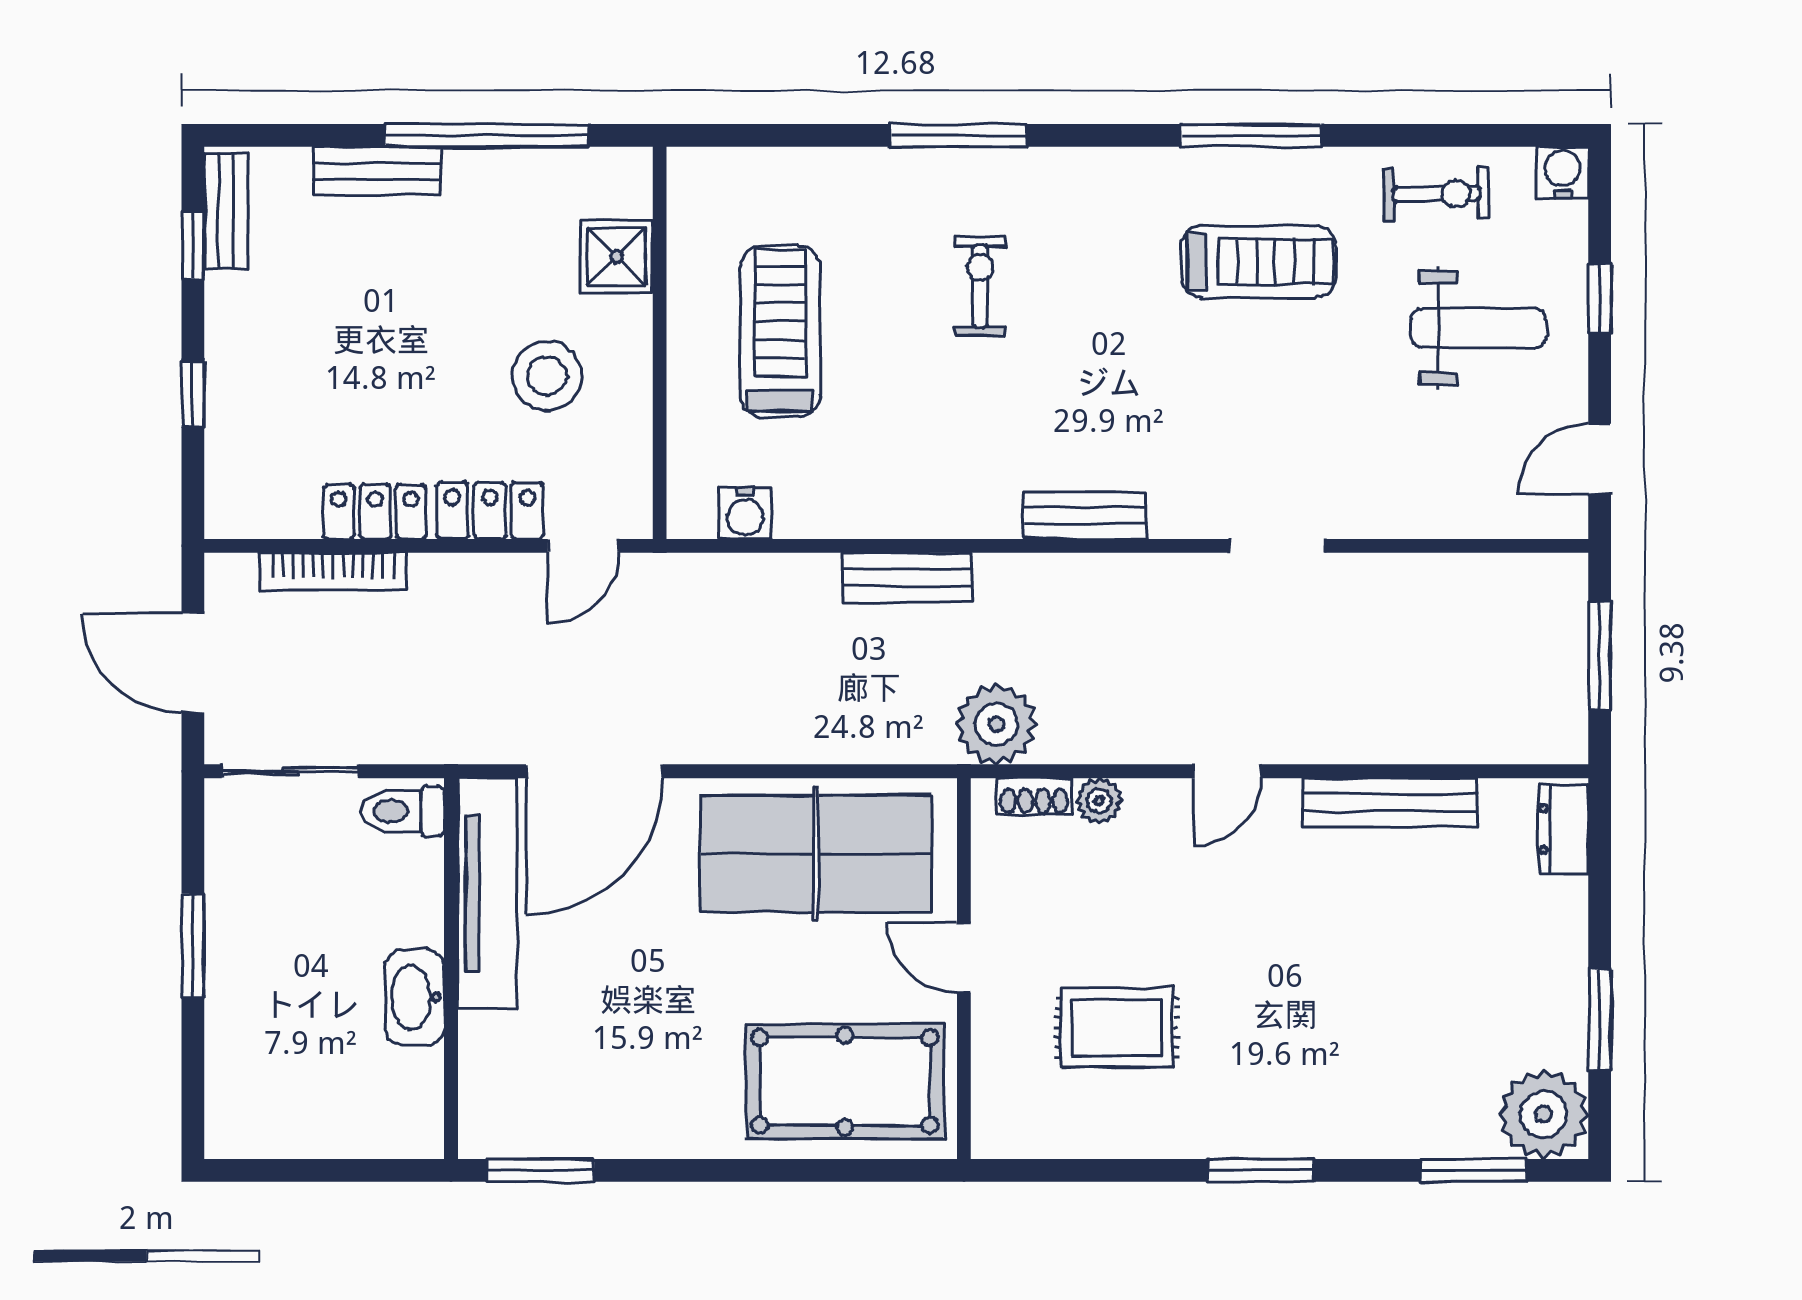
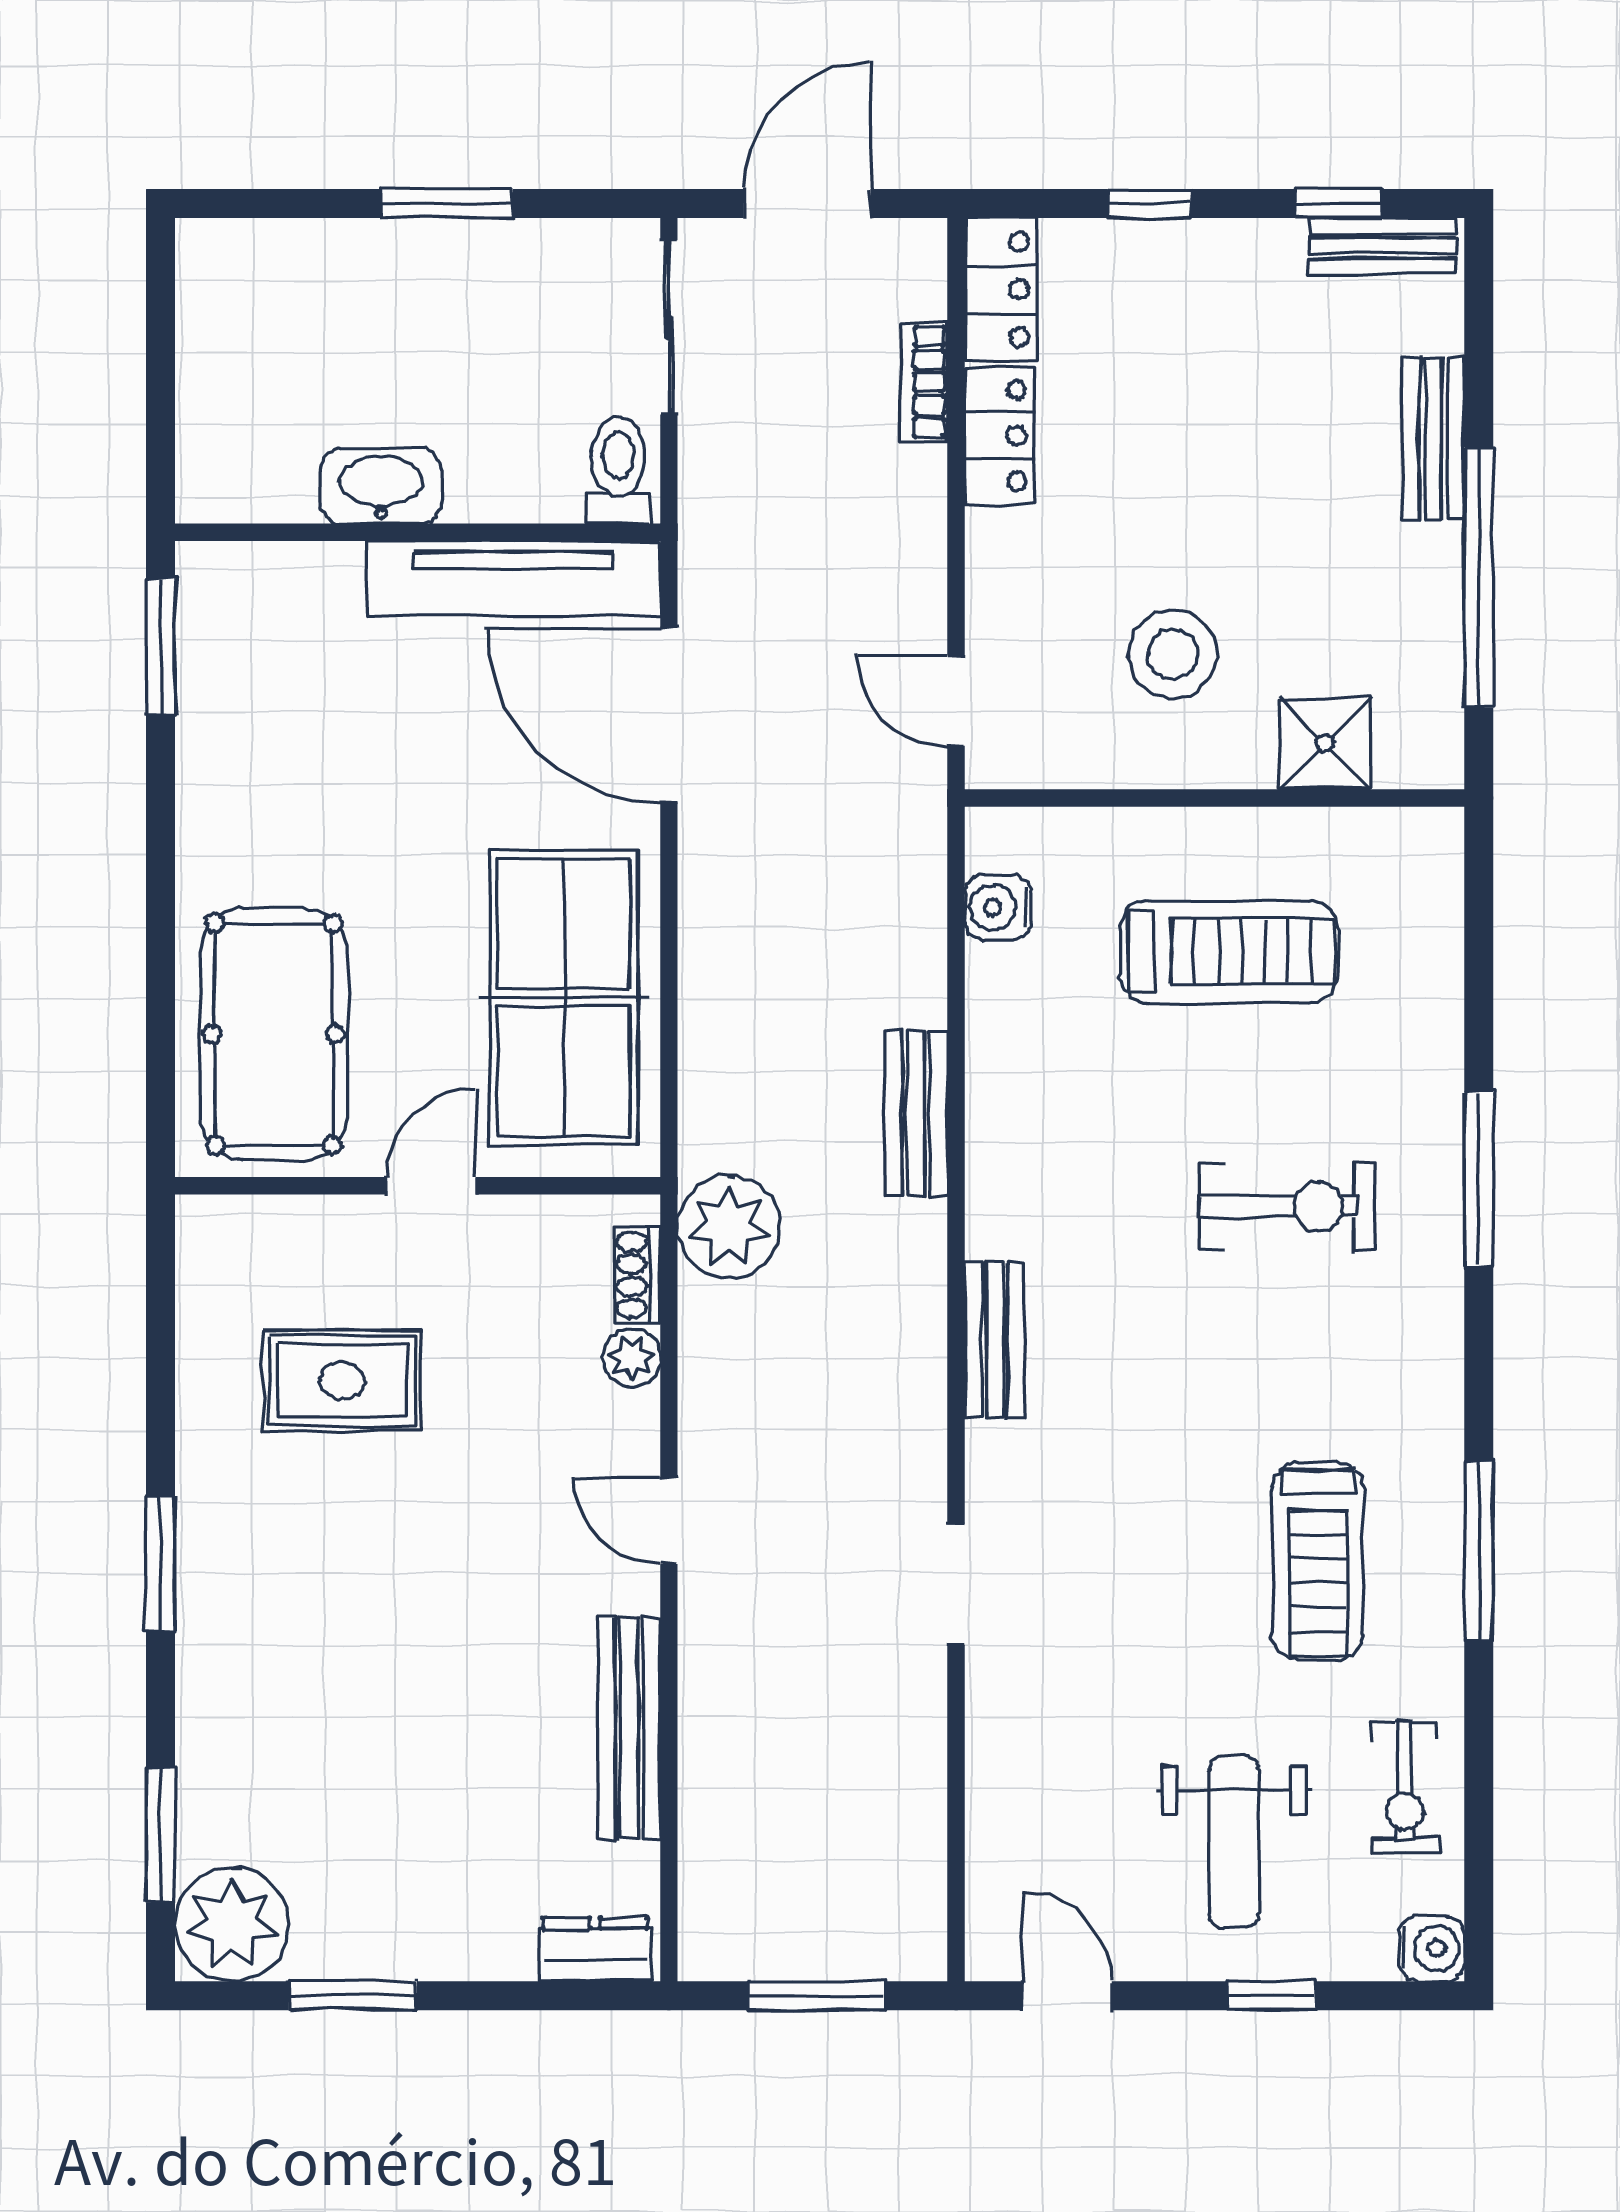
exercise bike: (980, 286) -> (1287, 1206), width x1.38, depth x1.39
locker: (490, 511) -> (1001, 289), moved
bookcase: (333, 571) -> (924, 382), width x0.64
rug: (1117, 1028) -> (342, 1381), turned 90

